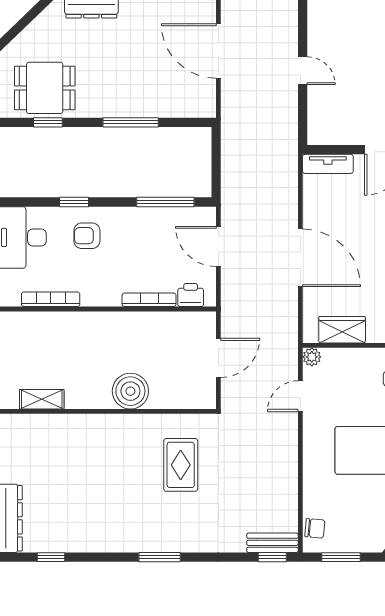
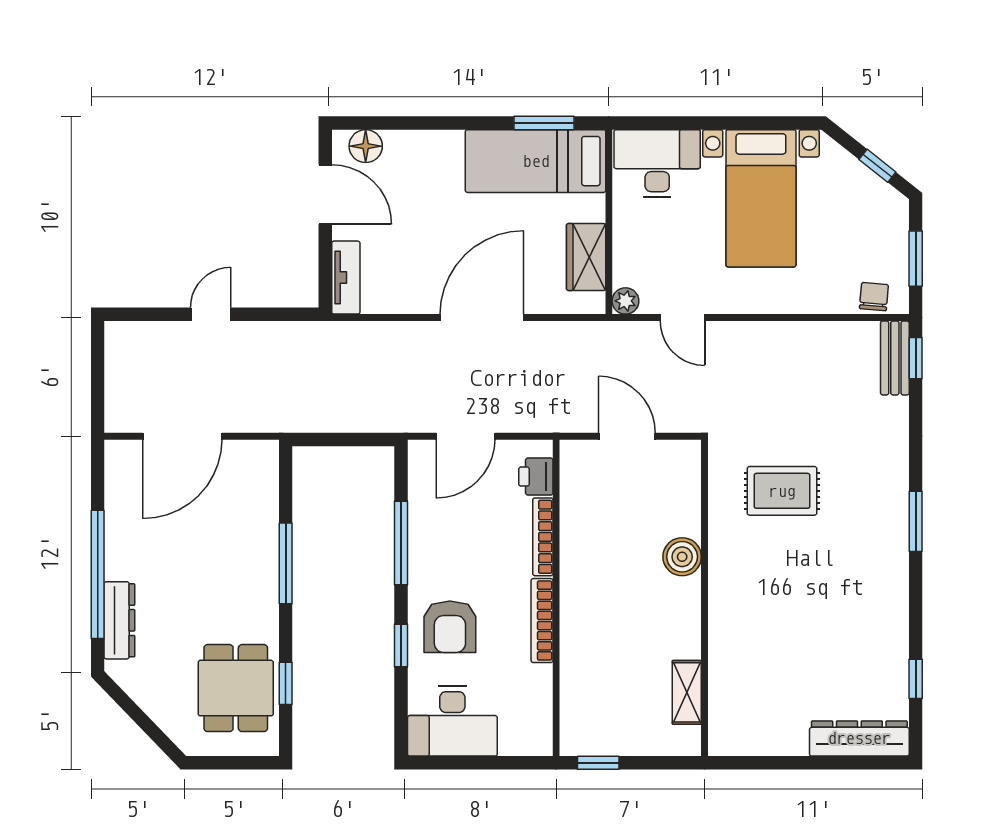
window: (165, 202) -> (401, 543), moved
armchair: (87, 236) -> (450, 627), width x1.38, depth x1.38
bookcase: (51, 299) -> (542, 621), moved
boiler: (130, 391) -> (682, 557), width x0.73, depth x0.73

